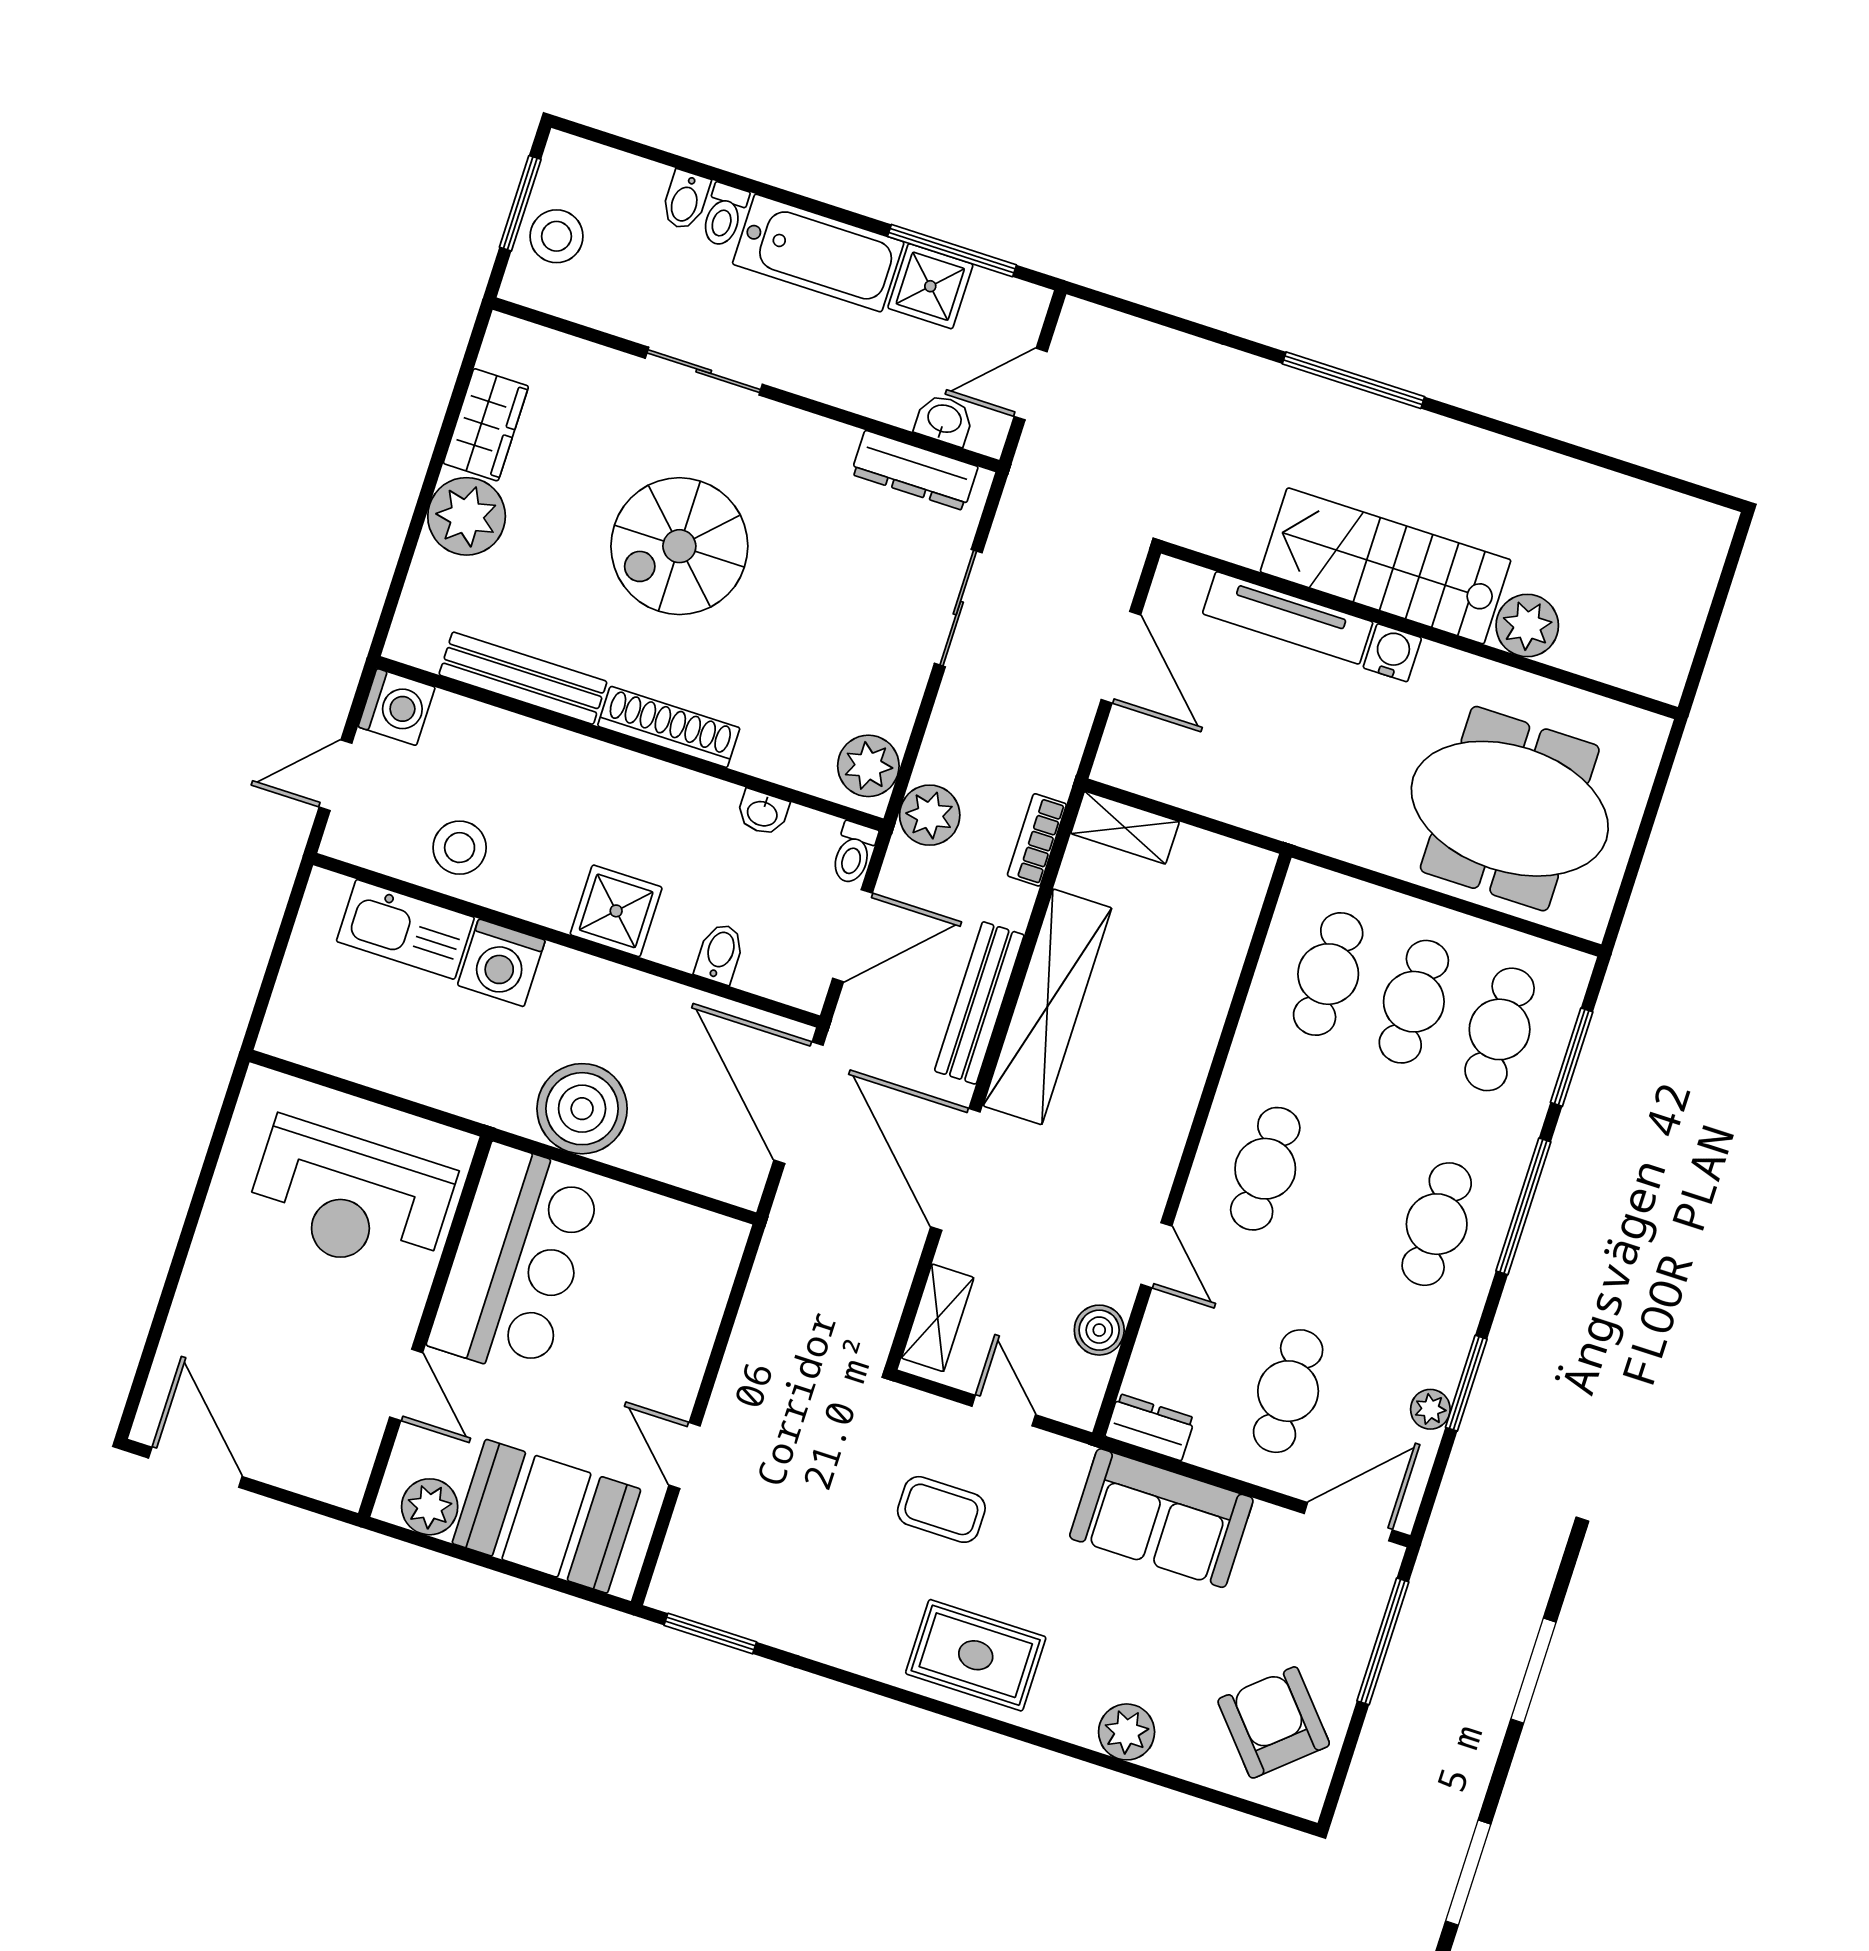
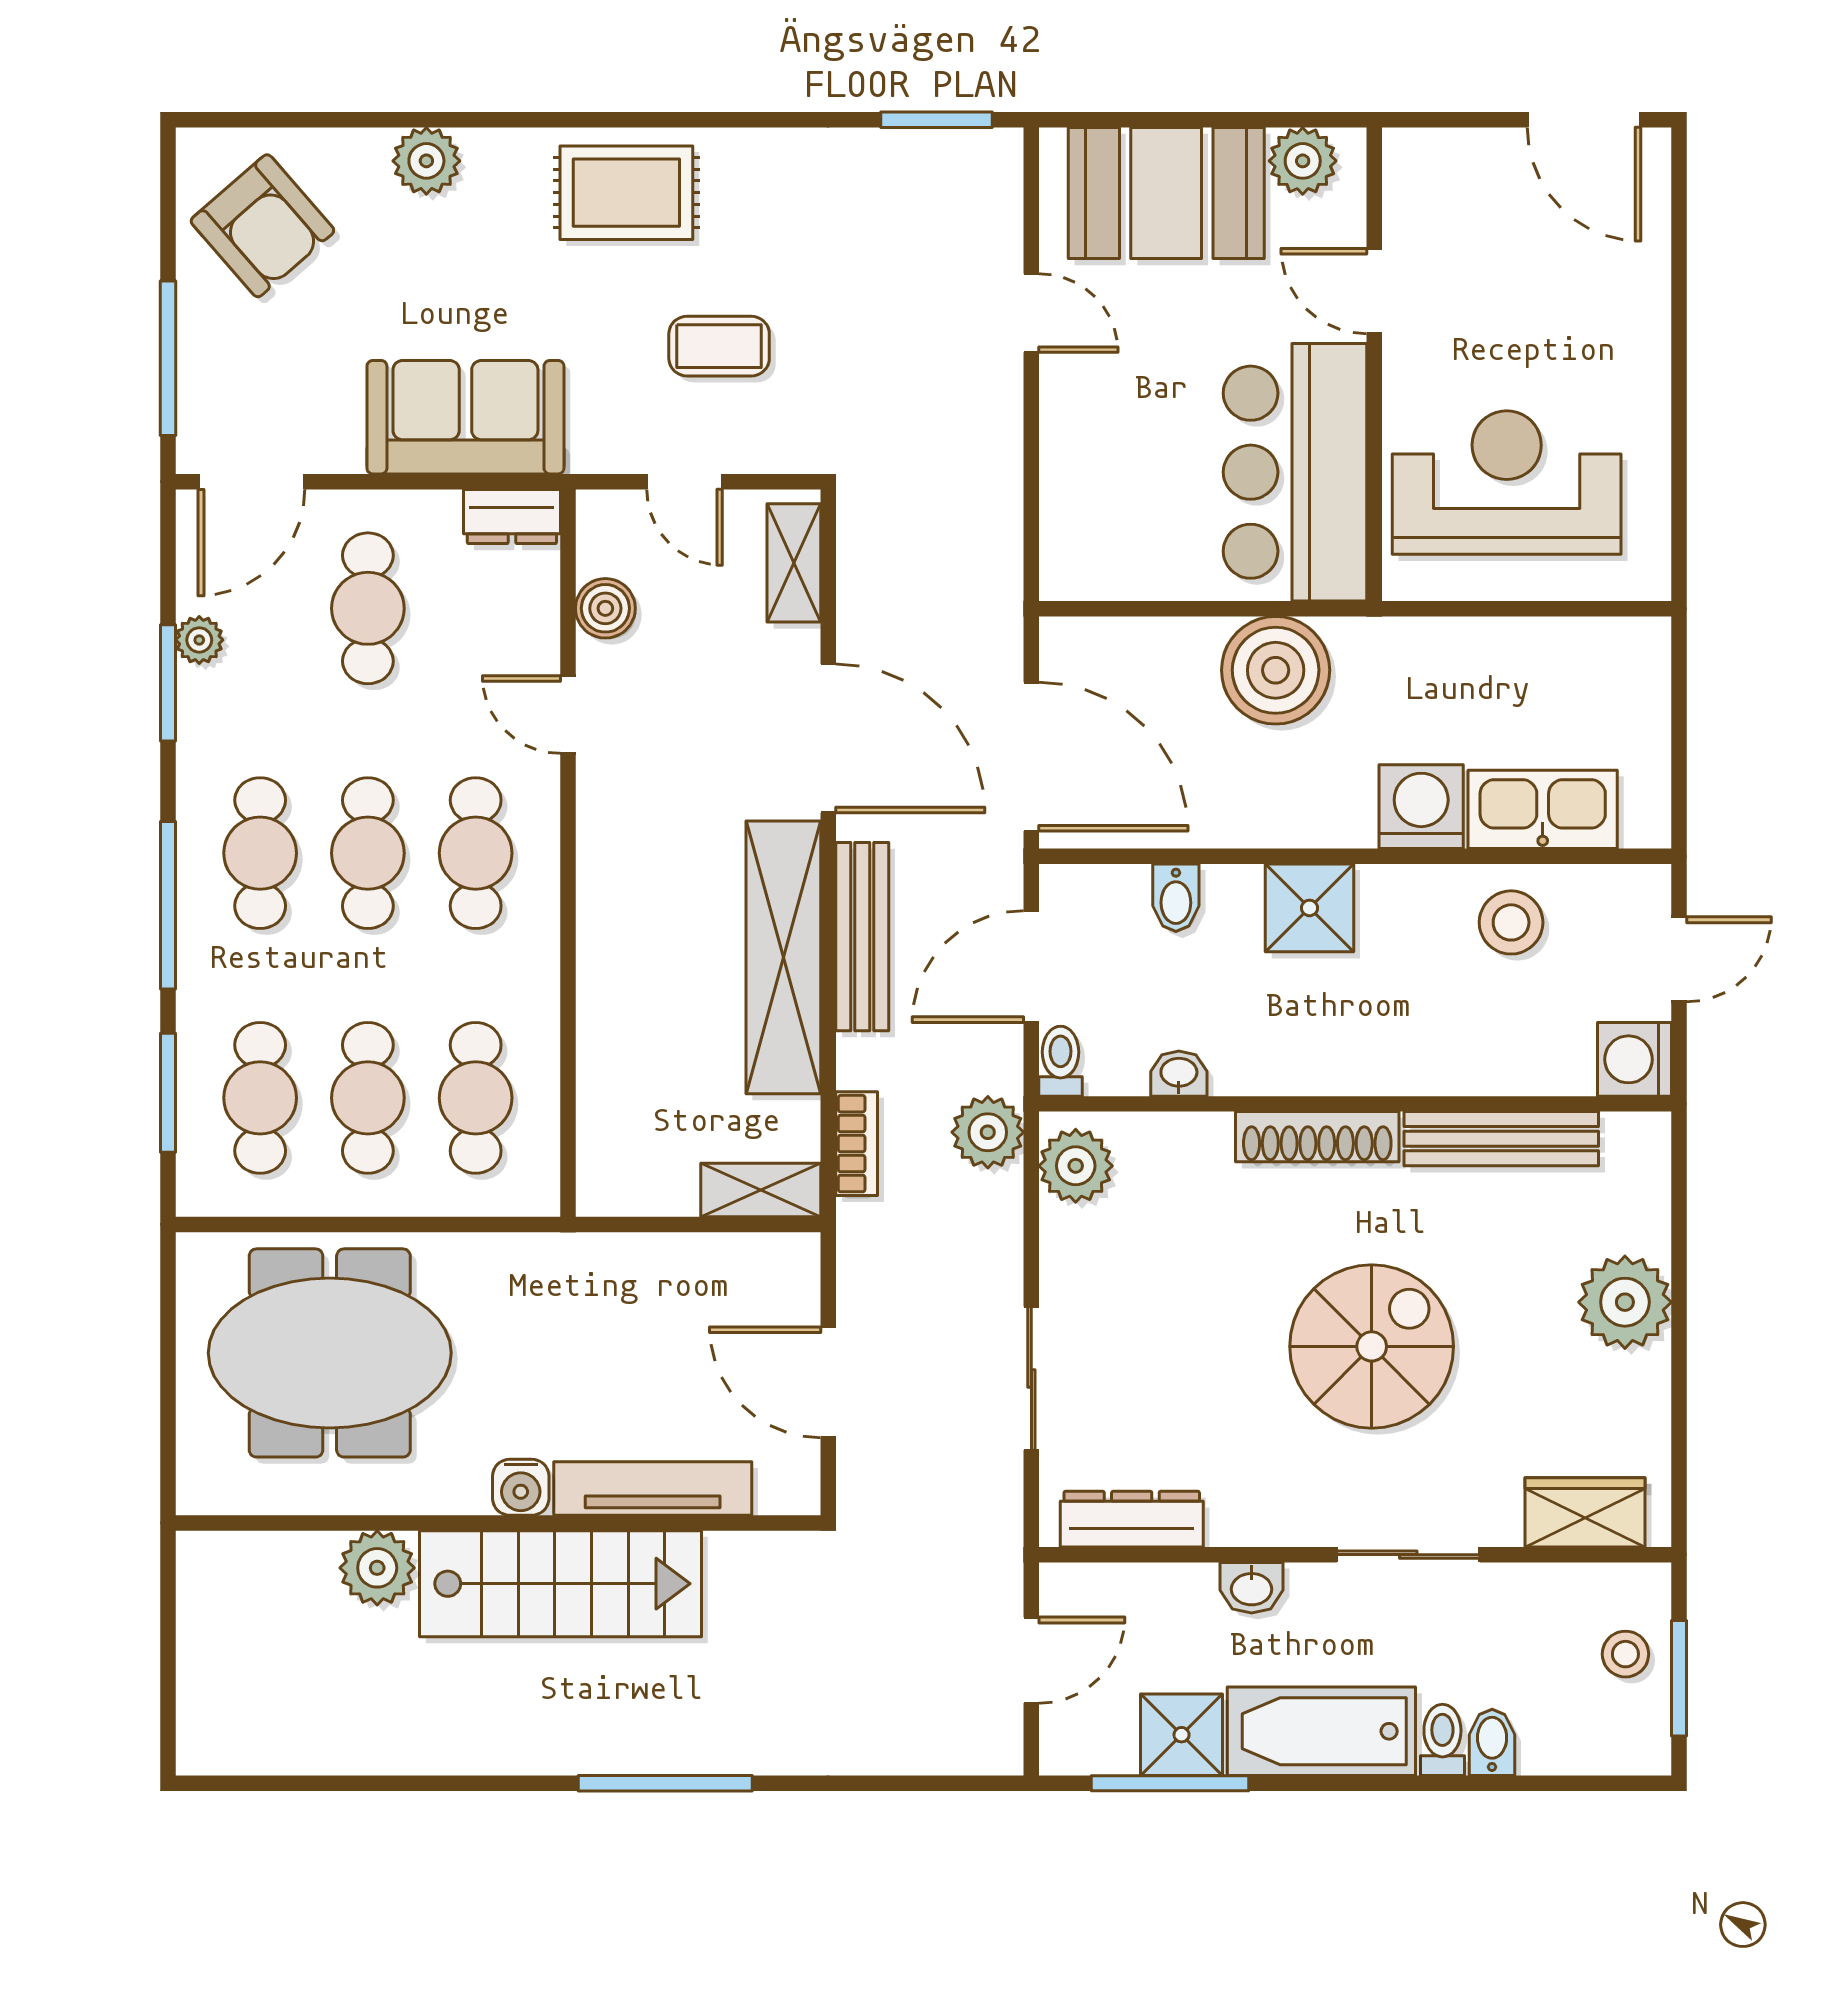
stool: (556, 236) -> (1625, 1654), width x0.73, depth x0.73
washbasin: (944, 420) -> (1252, 1588), moved
wardrobe: (486, 425) -> (1585, 1512), moved, turned 90
cafe table: (1351, 1196) -> (368, 853), added

